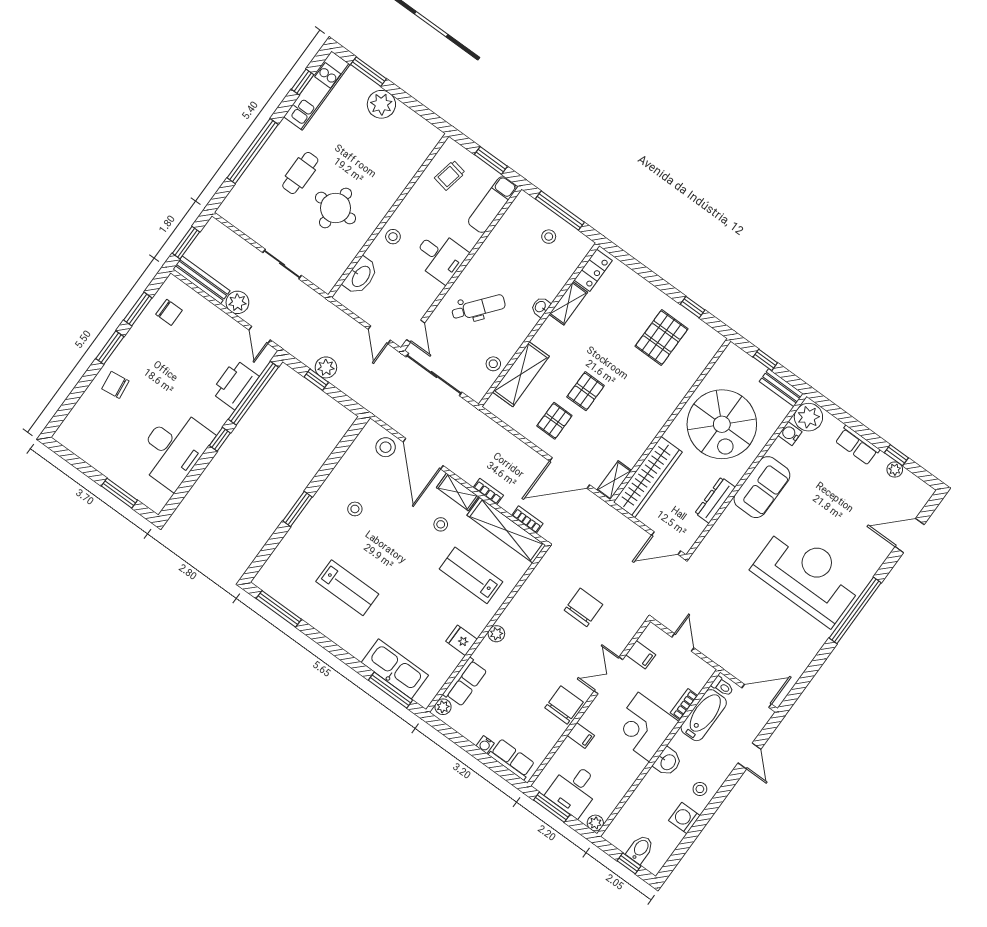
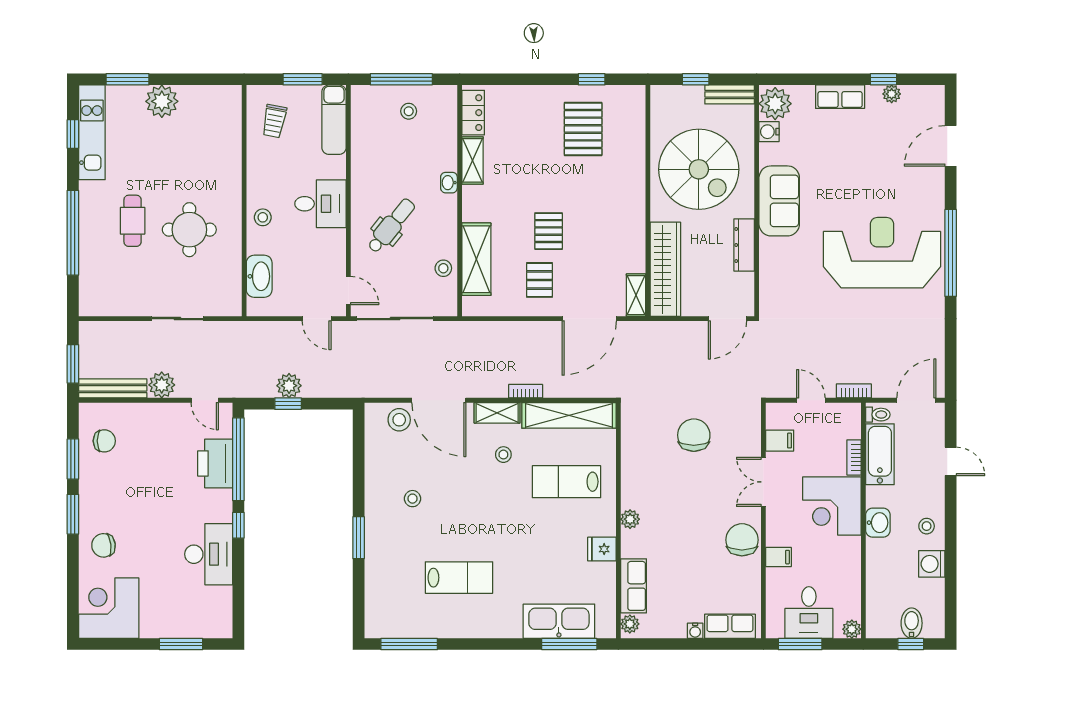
corner desk: (87, 431) -> (109, 608), added
desk: (174, 449) -> (209, 554), width x0.73, depth x0.77
bookcase: (527, 520) -> (854, 391), moved

